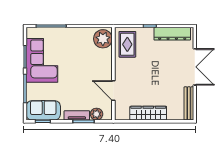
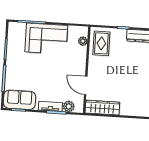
plant: (103, 39) -> (83, 41), width x0.53, depth x0.53
corner sofa: (42, 60) -> (46, 39), moved, turned 90
wardrobe: (148, 113) -> (102, 108), moved

